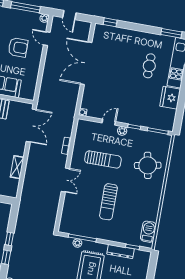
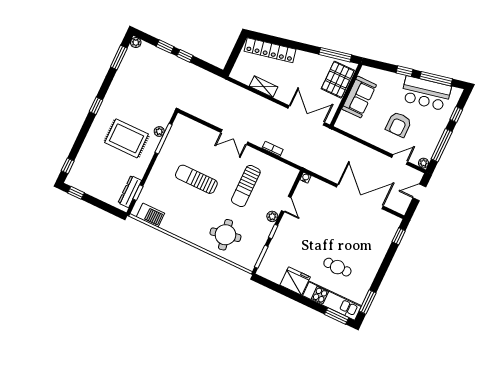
double door: (31, 126) -> (306, 115), swing flipped
dresser: (120, 252) -> (130, 192), moved

